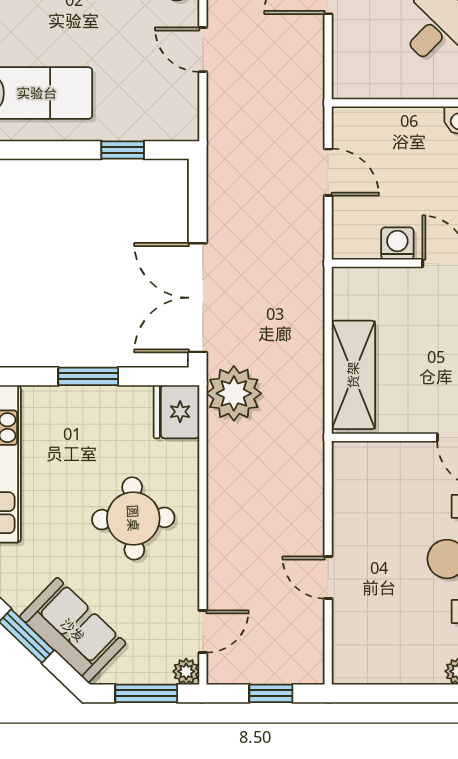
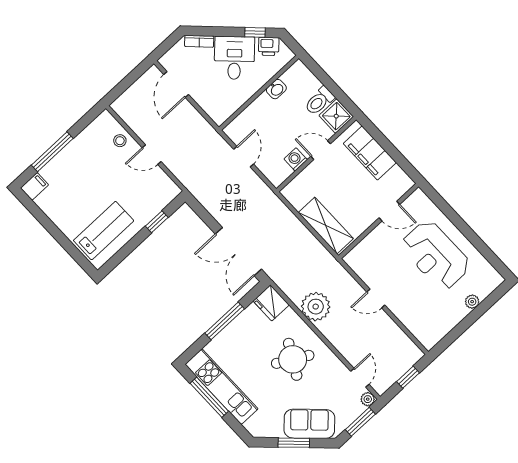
door: (328, 172) -> (244, 157), hinge flipped
window: (88, 376) -> (225, 321), width x1.44
plant: (234, 393) -> (316, 307), moved
round table: (133, 518) -> (293, 359), turned 31
door: (328, 578) -> (376, 299), moved

